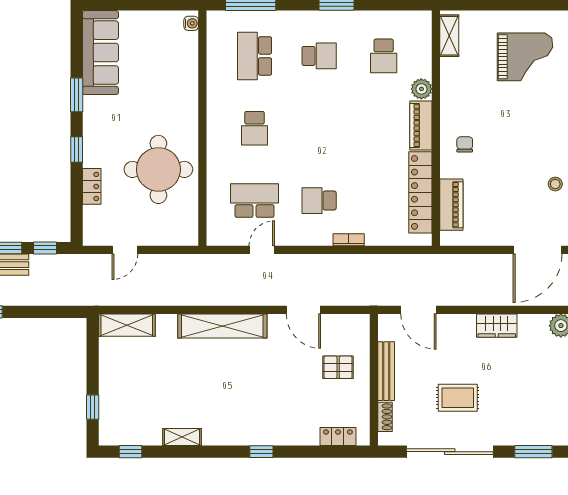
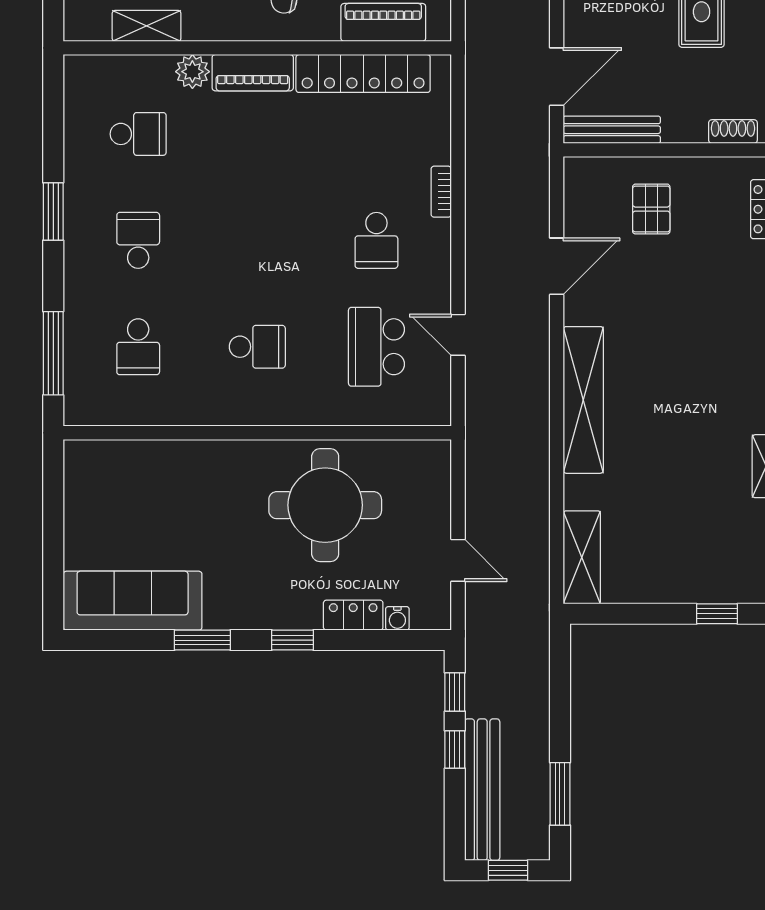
water cooler: (191, 23) -> (397, 618), moved, turned 180
shelving: (449, 36) -> (147, 26), moved
school desk: (255, 56) -> (138, 347), width x0.54
bench: (386, 371) -> (612, 130), moved

